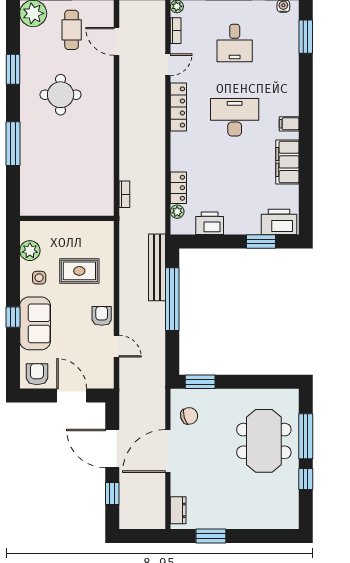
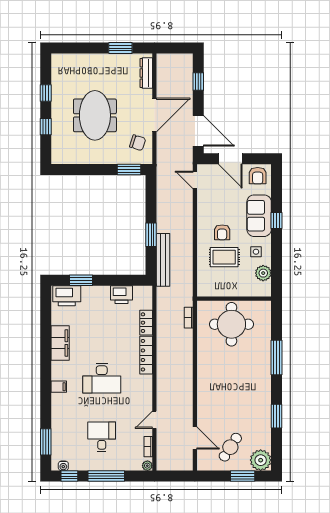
cafe table: (72, 30) -> (230, 447), turned 33
round table: (61, 95) -> (231, 324), moved, width x1.36, depth x1.36
locker: (178, 107) -> (146, 355), moved
filing cabinet: (289, 124) -> (59, 387), moved
plant: (177, 212) -> (147, 304), removed
window: (172, 299) -> (151, 235), width x0.47
armchair: (102, 316) -> (222, 232), moved
door: (117, 346) -> (195, 180), moved
chair: (189, 416) -> (138, 143), turned -145
window: (306, 436) -> (46, 127), width x0.46
meeting table: (264, 441) -> (95, 115), moved
door: (112, 449) -> (198, 131), moved
dresser: (178, 510) -> (146, 73), width x1.44

